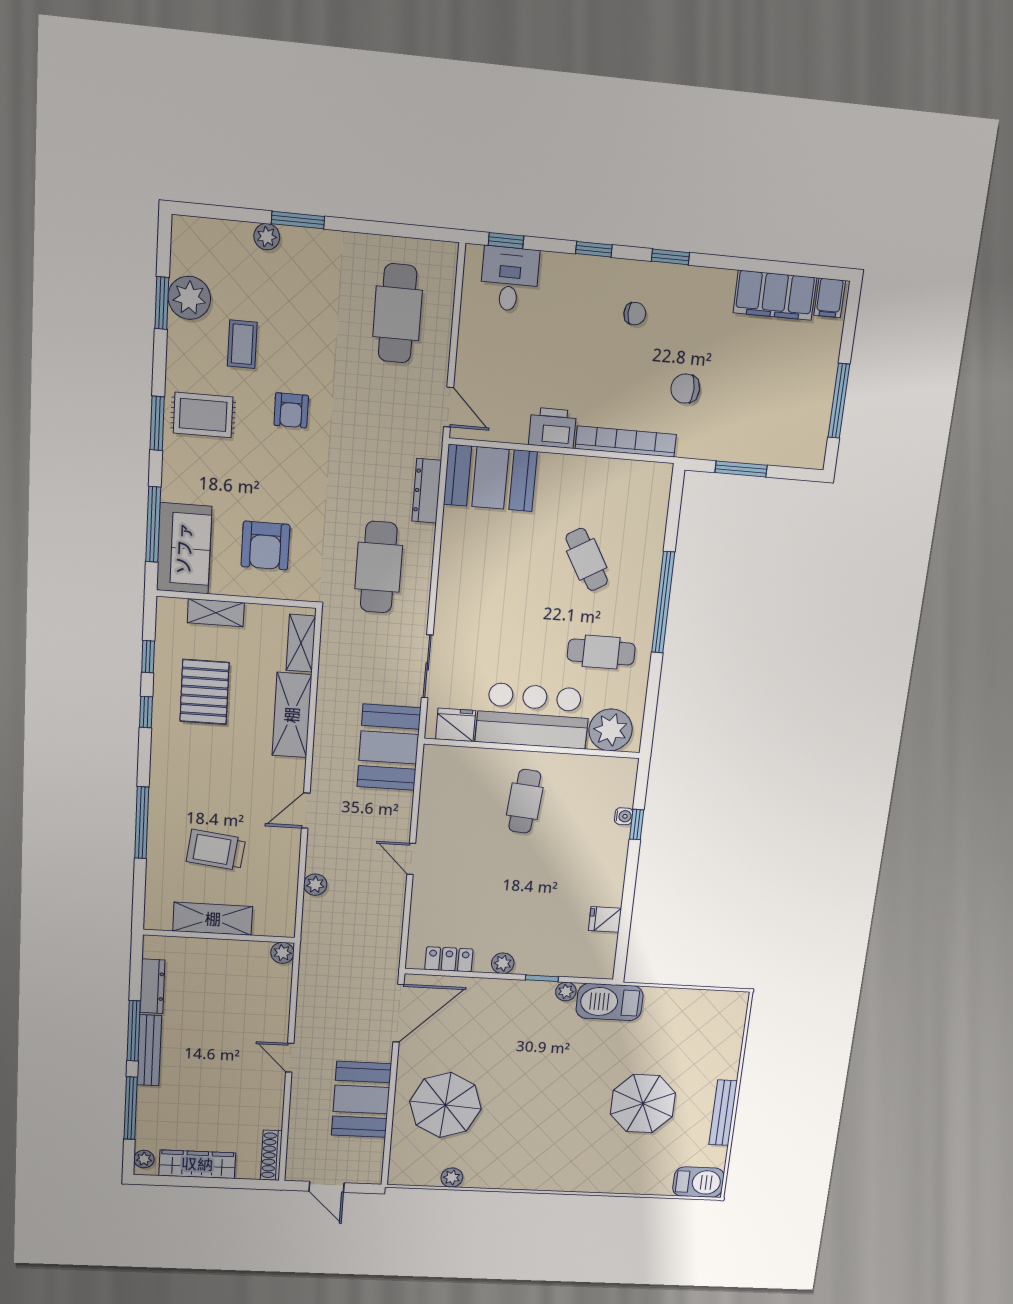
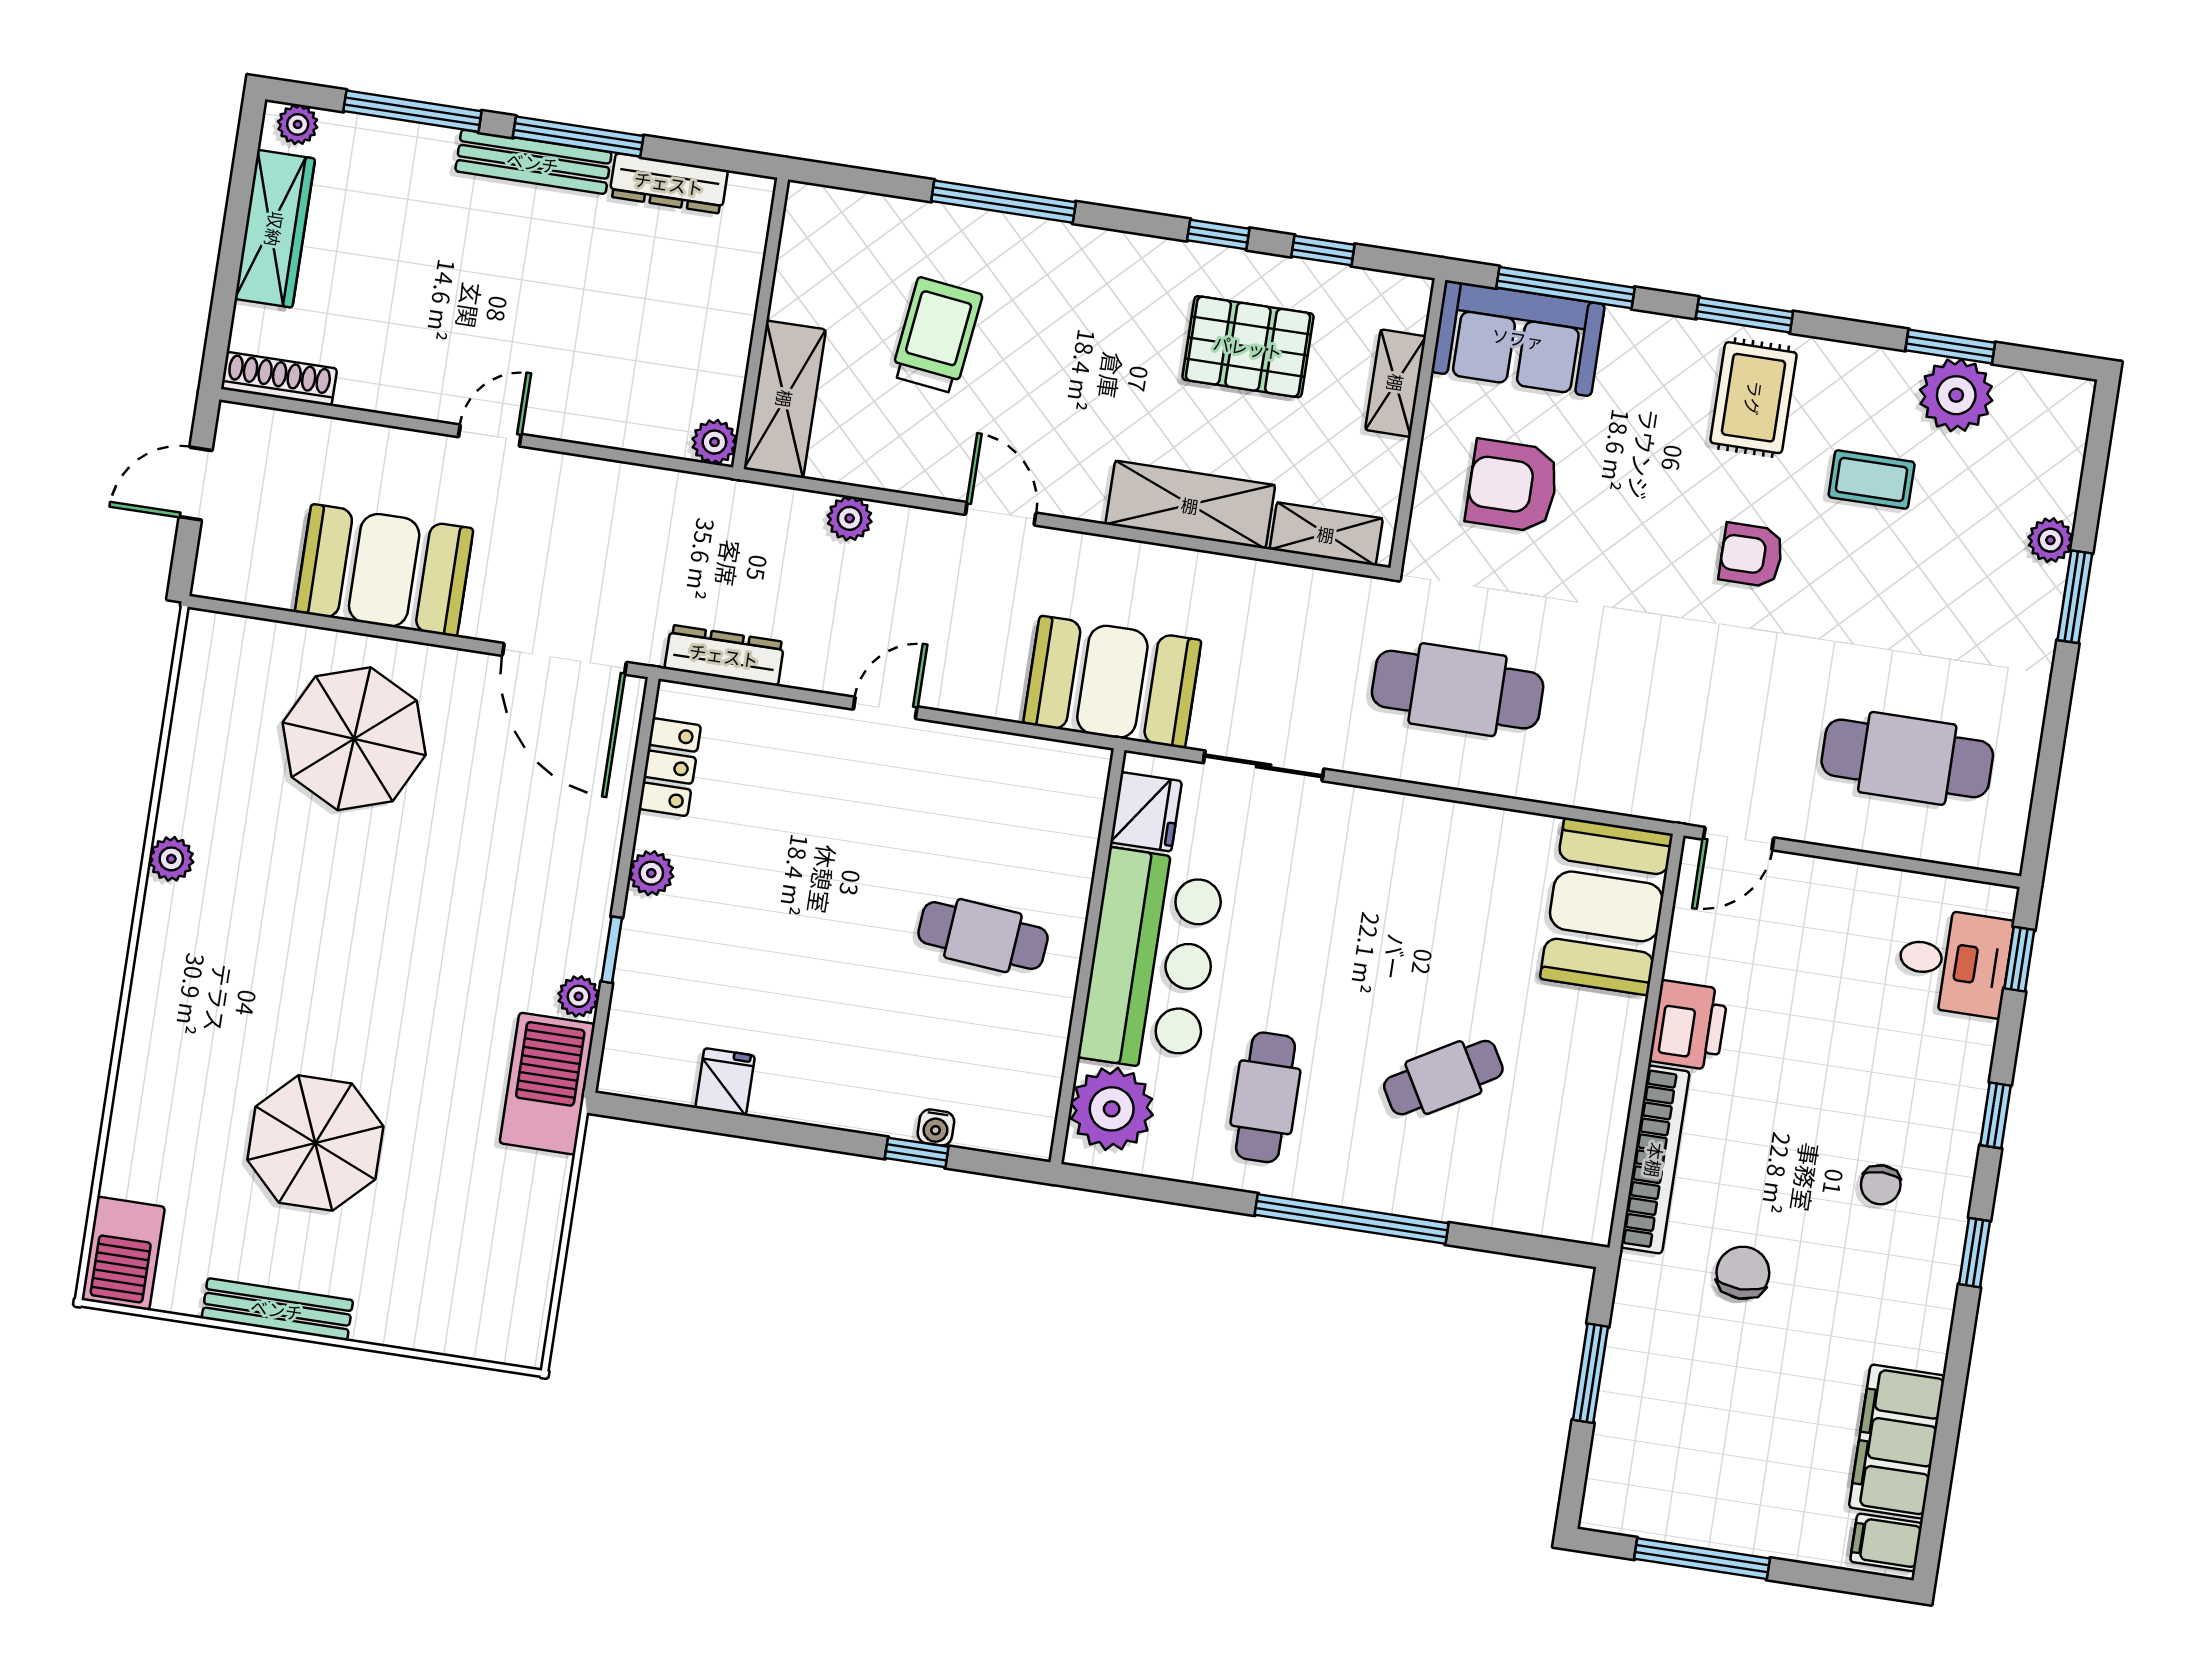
dresser: (427, 491) -> (724, 655), moved
shelving: (213, 919) -> (785, 399), moved
plant: (452, 1178) -> (171, 859), moved

